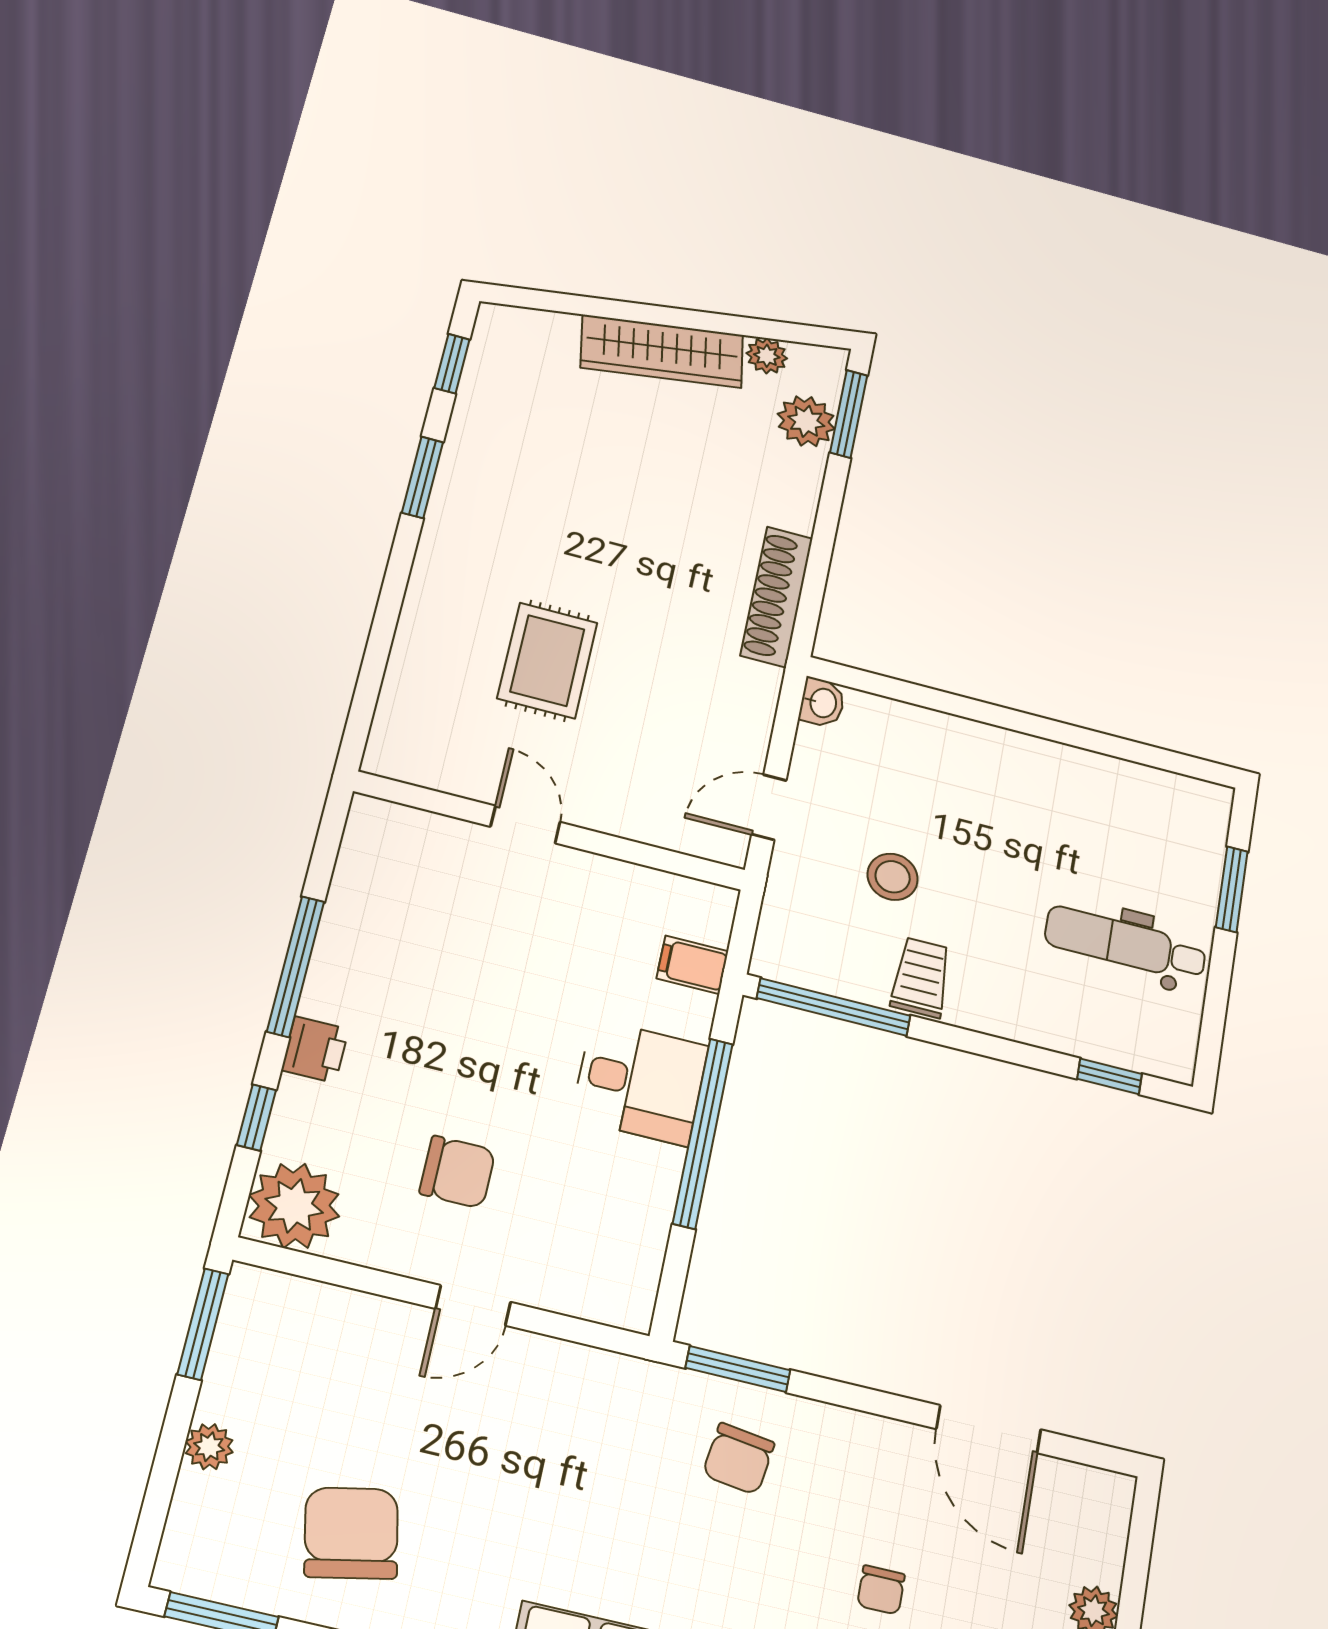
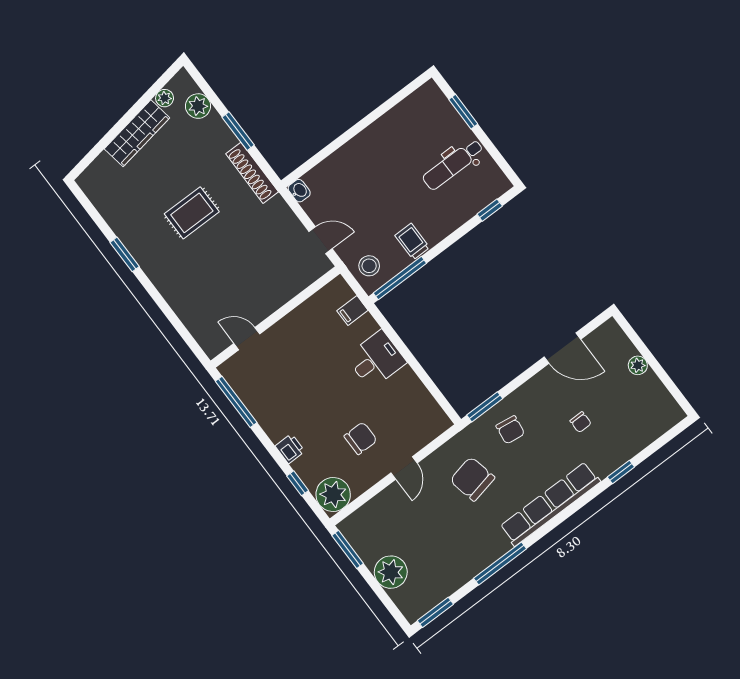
window: (452, 364) -> (91, 209), removed
window: (849, 414) -> (238, 131), moved
rug: (547, 660) -> (192, 213), moved, turned 90
door: (769, 807) -> (321, 240), swing flipped
door: (525, 824) -> (247, 339), moved
stool: (893, 877) -> (369, 266), moved
window: (296, 966) -> (236, 402), moved
window: (703, 1133) -> (407, 354), removed
plant: (209, 1447) -> (391, 572), width x1.88, depth x1.88
chair: (351, 1533) -> (472, 479), moved

